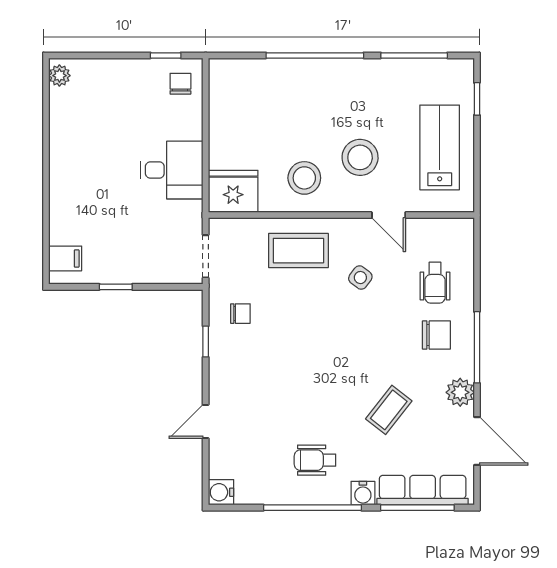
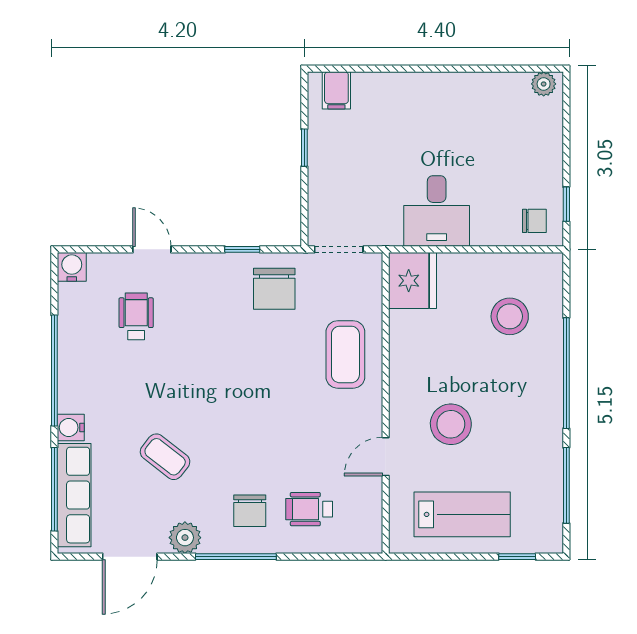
stool: (304, 178) -> (510, 316), moved
side table: (360, 278) -> (315, 425), removed
chair: (240, 314) -> (274, 289), width x1.87, depth x1.87
wheelchair: (315, 460) -> (136, 316), moved

